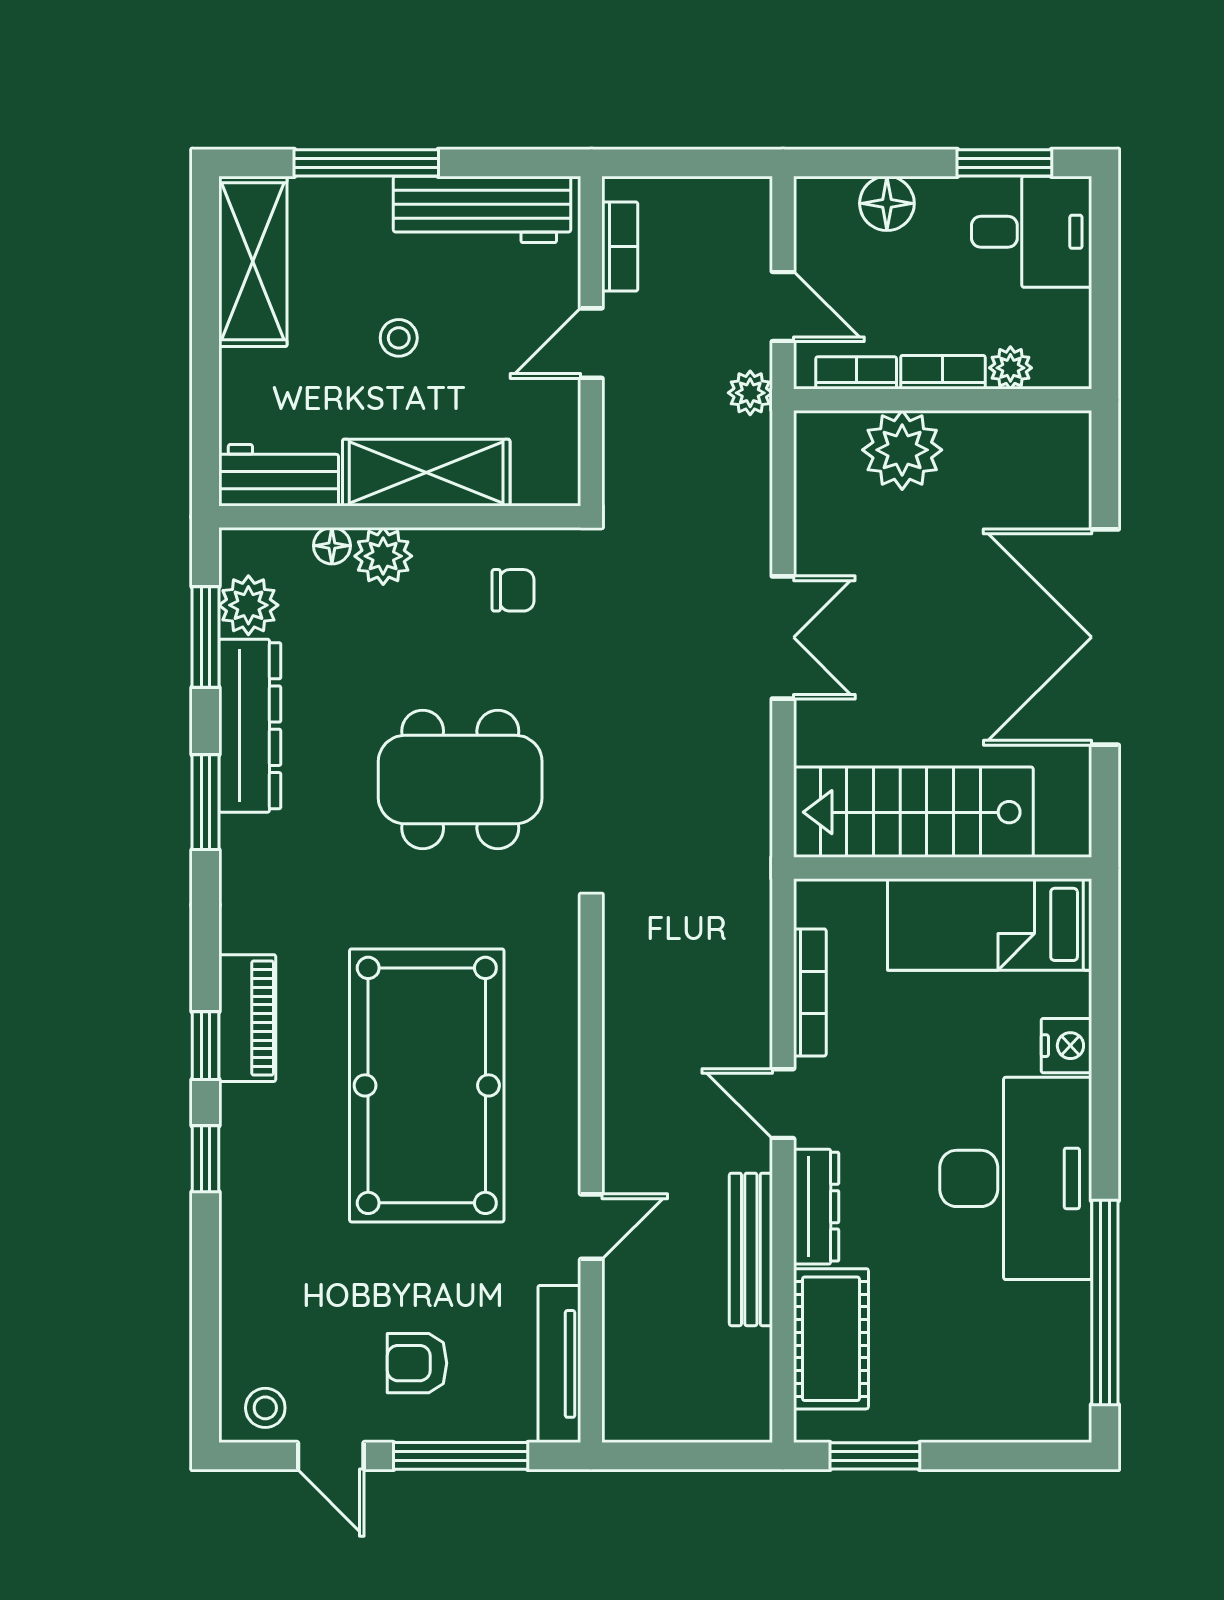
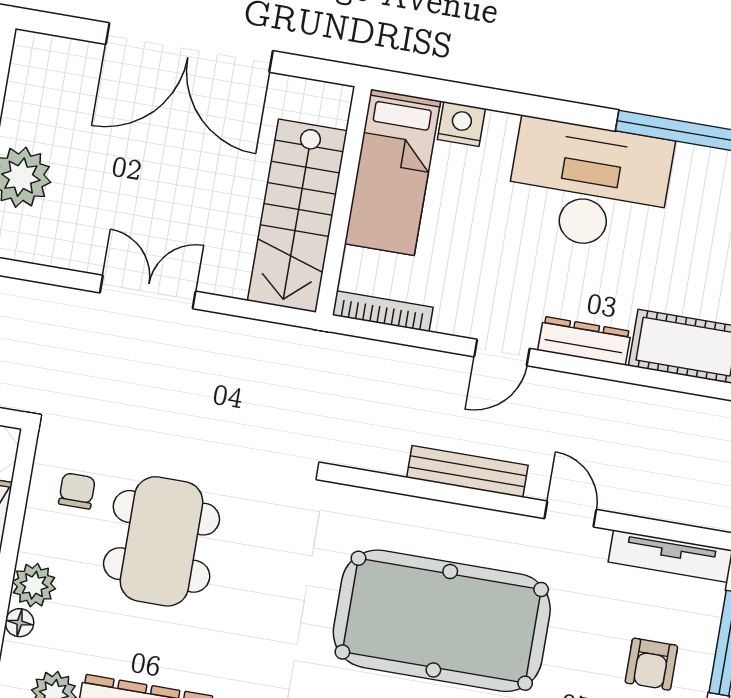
dining table: (460, 780) -> (161, 541), moved
bookcase: (810, 992) -> (383, 311), moved
nightstand: (1066, 1046) -> (461, 124), moved
bench: (751, 1249) -> (467, 471), moved

